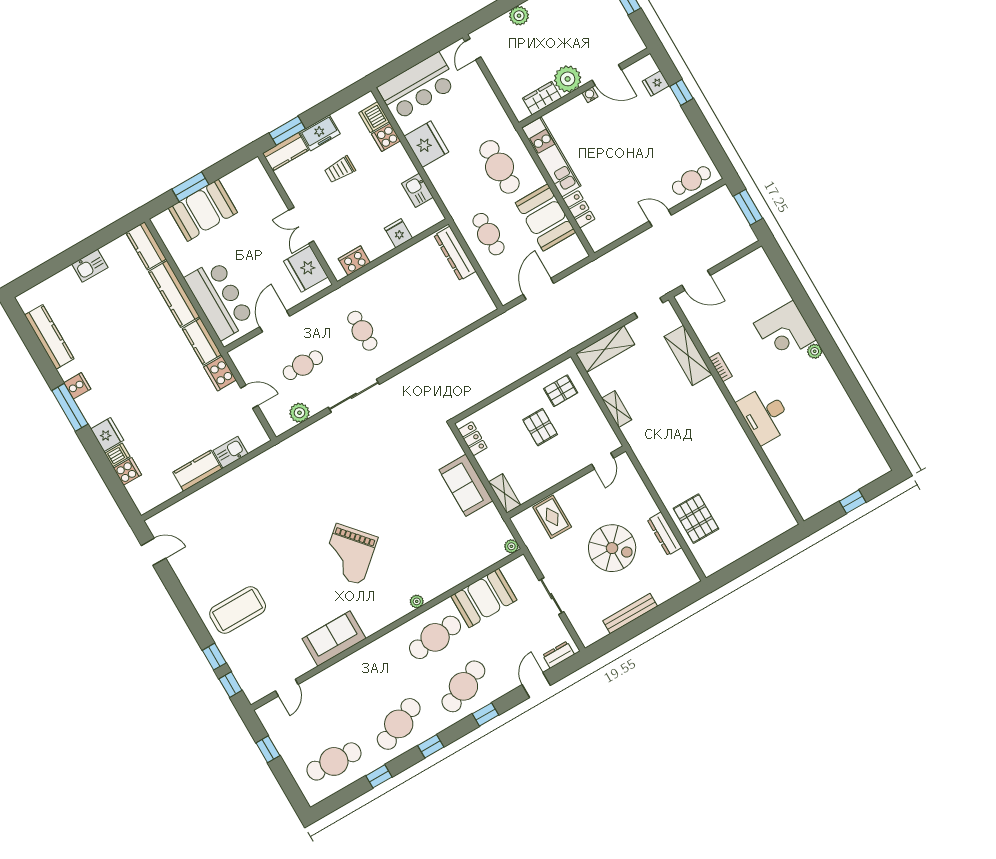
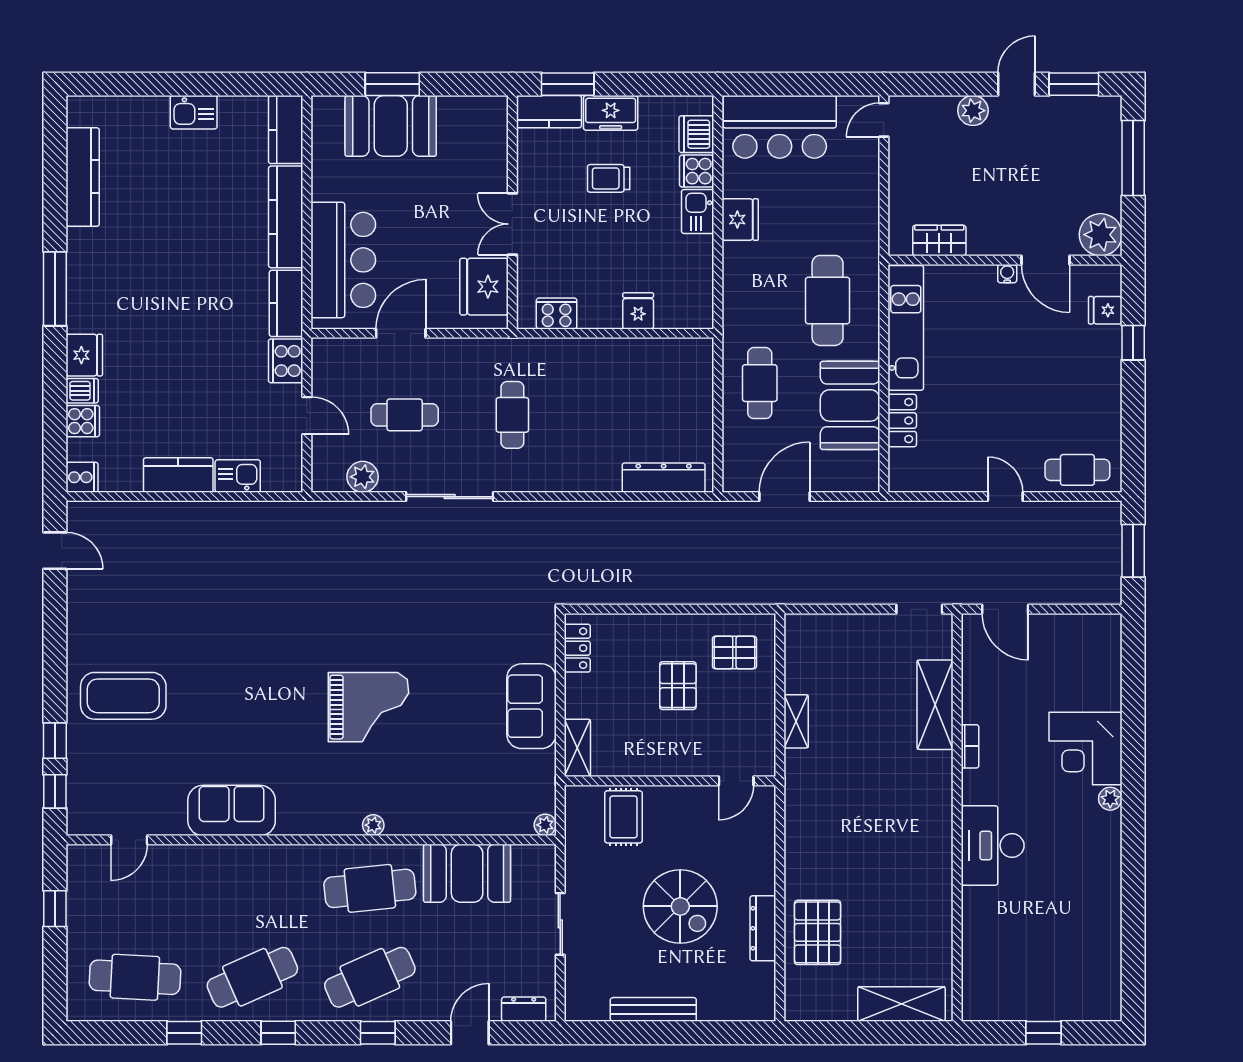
plant: (568, 79) -> (1101, 235), moved
fridge: (426, 144) -> (740, 220), width x0.73, depth x0.75
kitchen sink: (417, 190) -> (698, 212), moved
dresser: (455, 253) -> (664, 478), moved, turned 90
shelving: (605, 349) -> (901, 1004), moved
cooker: (77, 386) -> (82, 477), moved
grand piano: (349, 554) -> (369, 707), moved, turned -139

